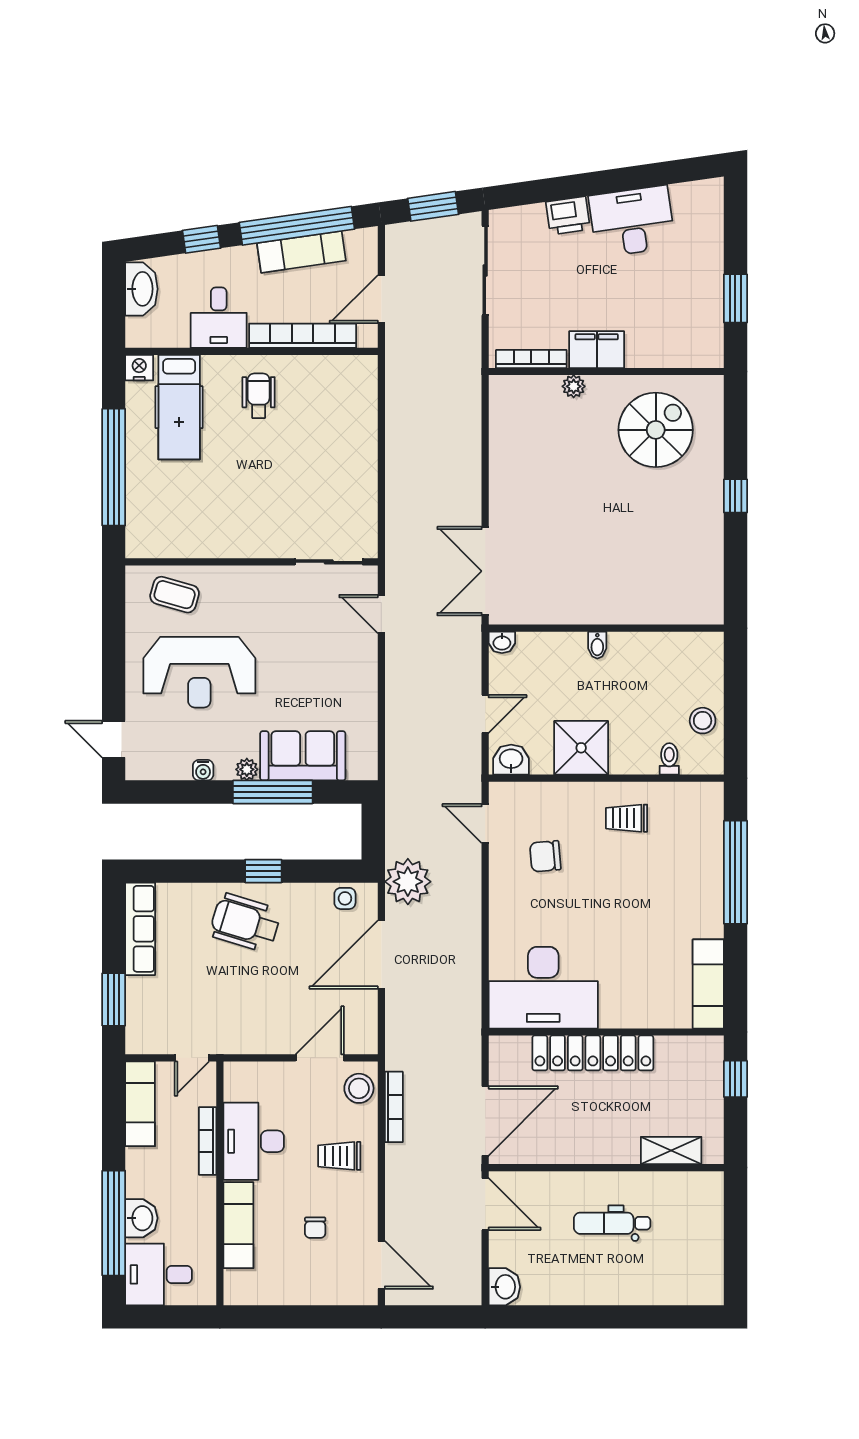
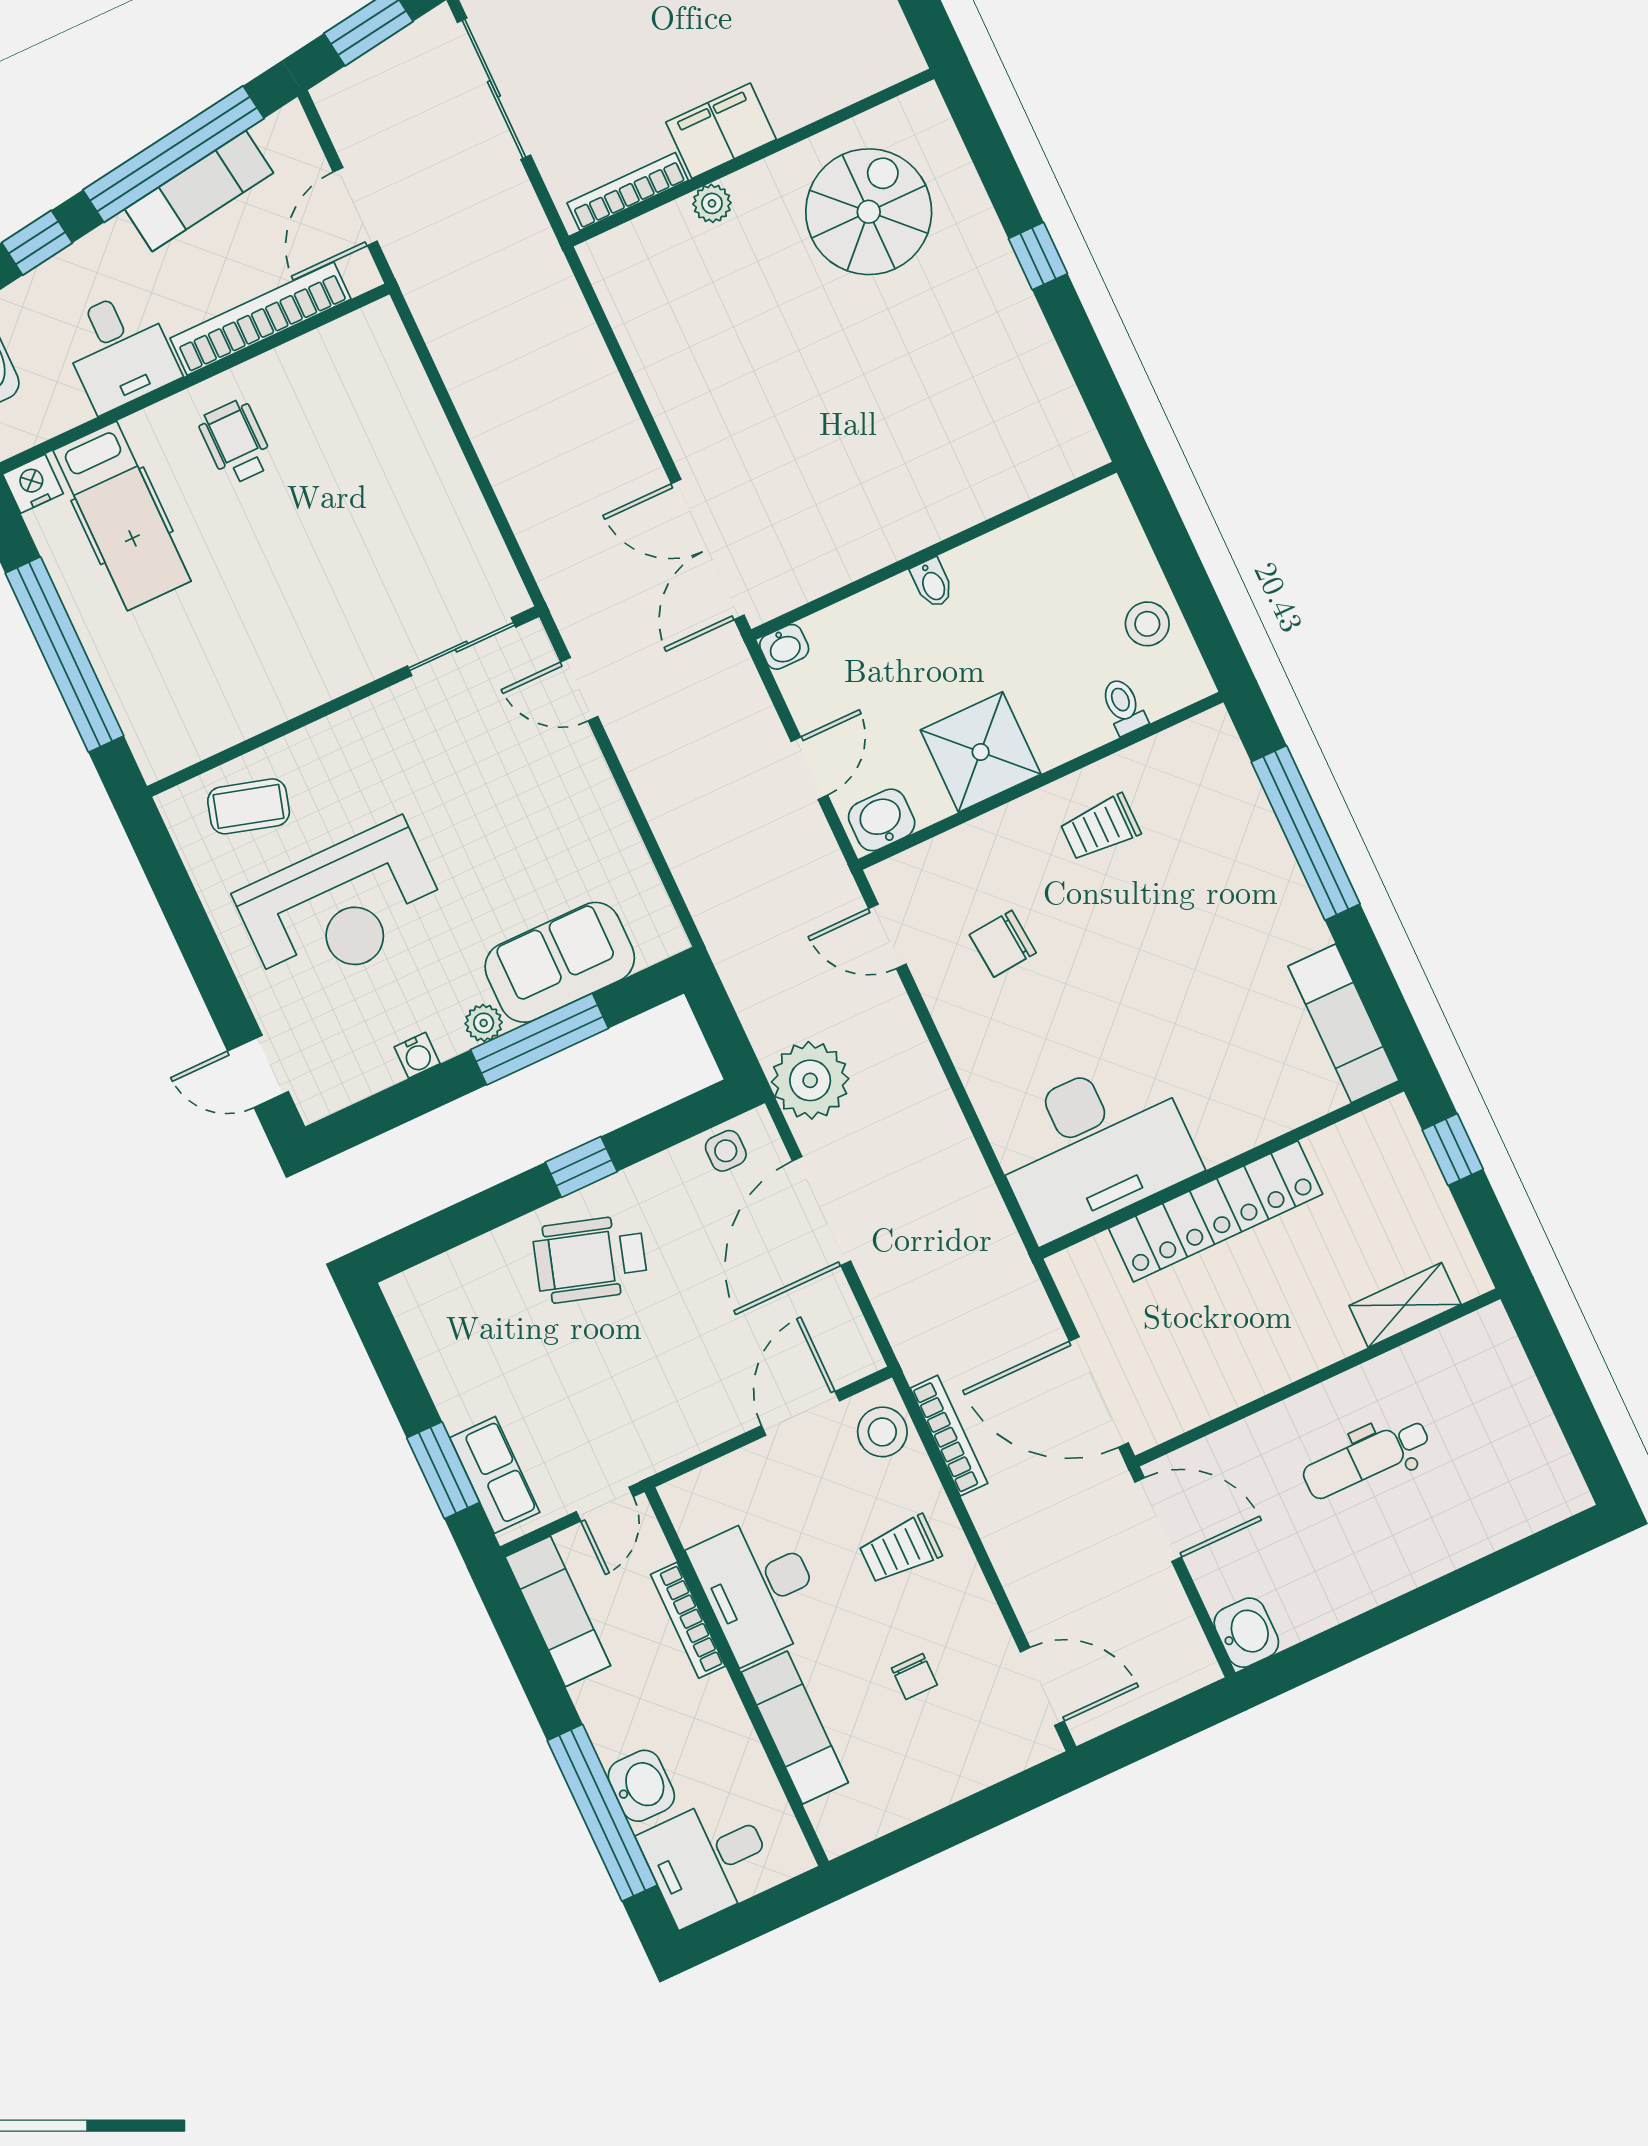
row of seats: (140, 929) -> (495, 1475), moved, width x0.68
door: (485, 1121) -> (1099, 1392), swing flipped

